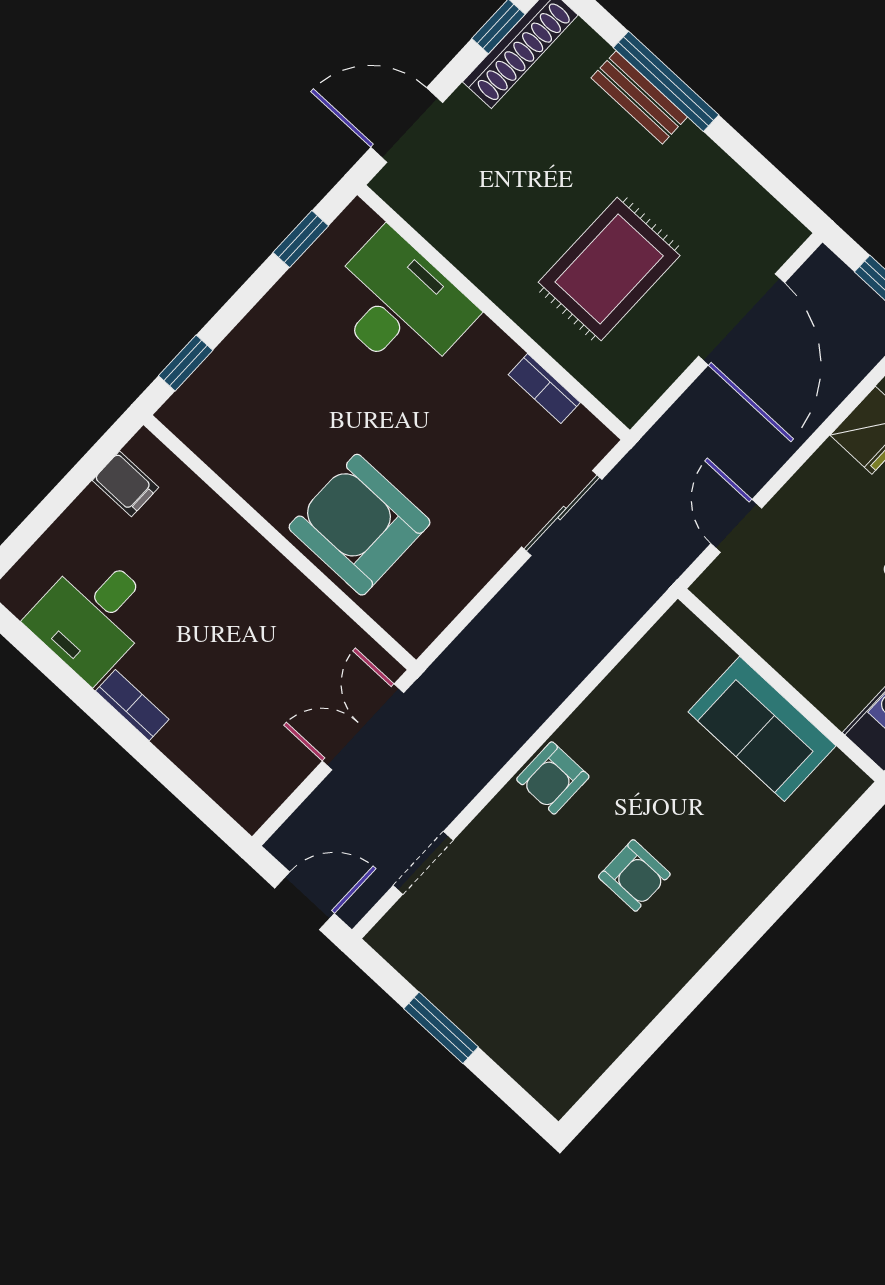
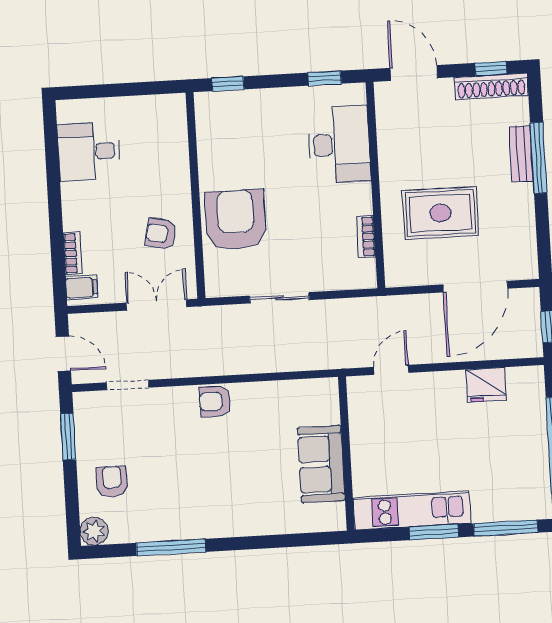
filing cabinet: (125, 484) -> (82, 287), moved, turned -90
sliding door: (562, 513) -> (279, 298), moved
armchair: (282, 632) -> (161, 234), added
bookcase: (132, 705) -> (73, 253), moved
armchair: (634, 875) -> (112, 481), moved, turned 180
window: (673, 1015) -> (171, 547), added
window: (441, 1028) -> (68, 437), moved
plant: (557, 1087) -> (94, 531), added

